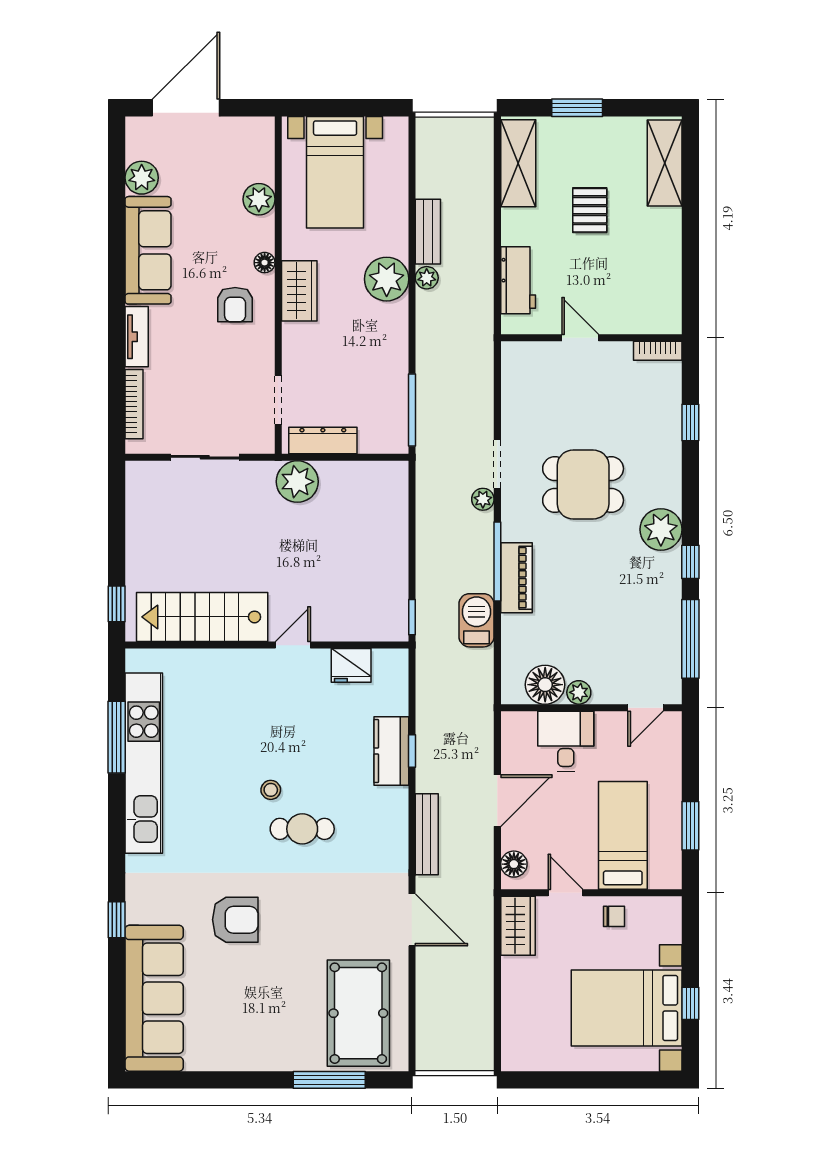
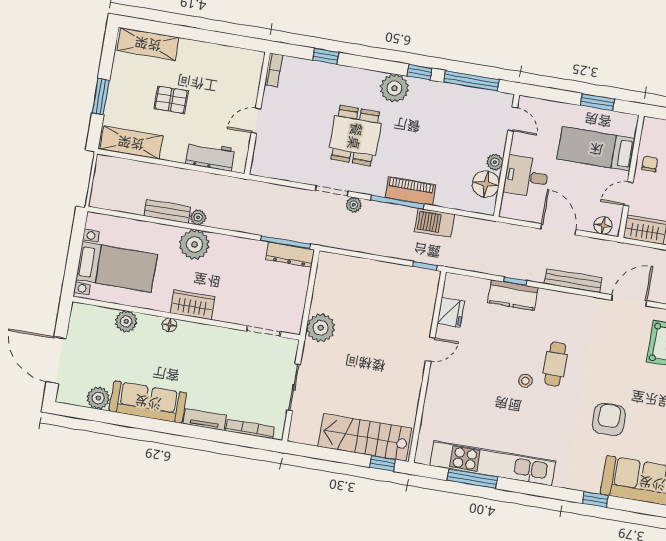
armchair: (235, 305) -> (194, 350), removed
dresser: (323, 441) -> (290, 255), moved, turned -90
stairs: (202, 617) -> (365, 437), moved, turned 90
door: (293, 645) -> (430, 349), swing flipped

